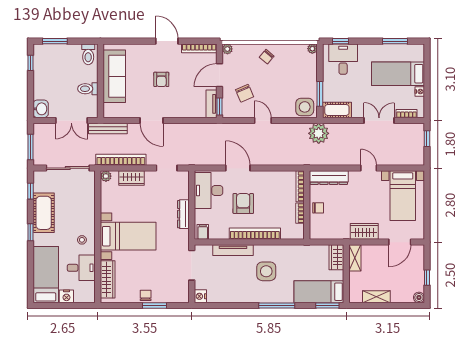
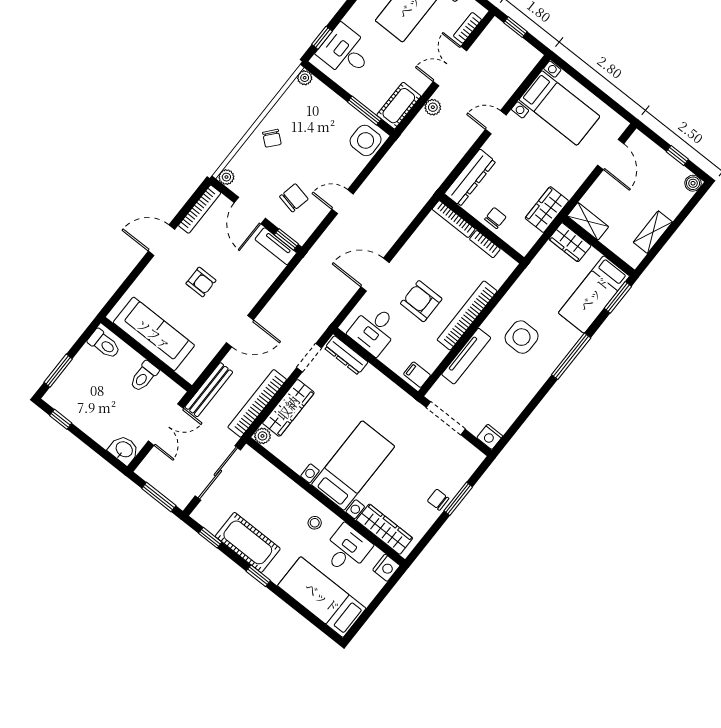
chair: (245, 93) -> (294, 198), turned -55
plant: (319, 133) -> (433, 107), moved, width x0.53, depth x0.53
wardrobe: (131, 178) -> (288, 408), width x1.50
desk: (208, 191) -> (374, 330), width x0.73
dresser: (183, 214) -> (346, 355), moved
wardrobe: (364, 231) -> (547, 210), moved
nightstand: (66, 296) -> (386, 568), moved

